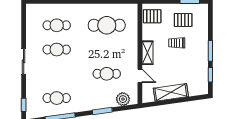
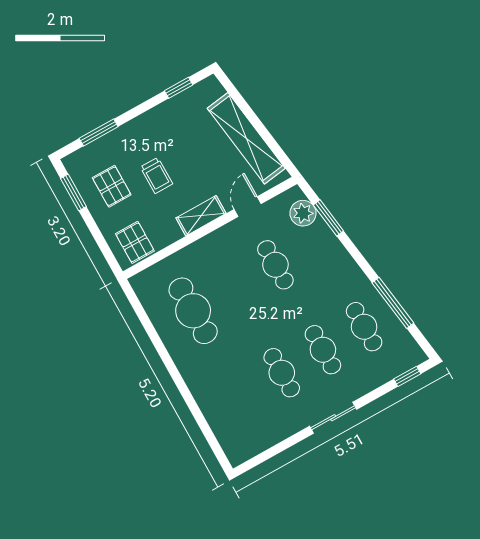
cafe table: (57, 25) -> (323, 350), moved
window: (210, 51) -> (99, 133), moved
shelving: (171, 92) -> (246, 138), width x1.47
window: (102, 111) -> (328, 218), moved

